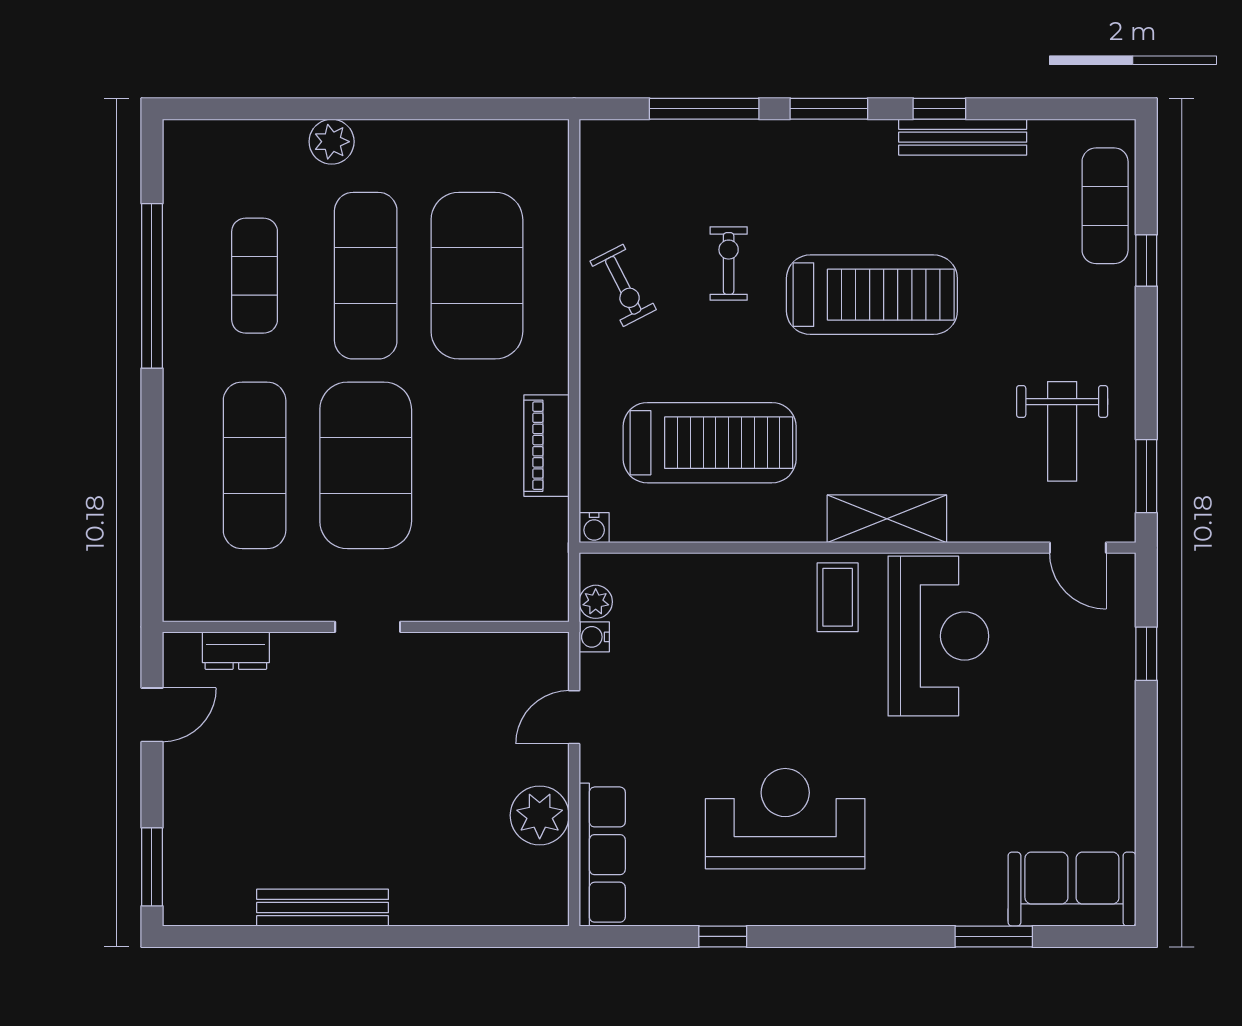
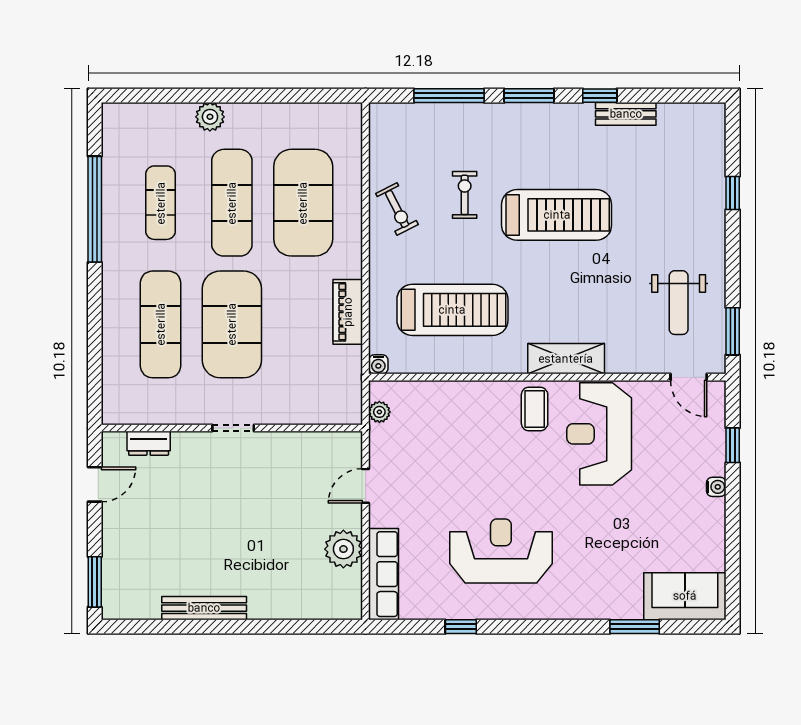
bench: (963, 137) -> (626, 114), width x0.73
exercise mat: (1105, 206) -> (706, 158), removed
reception desk: (938, 636) -> (599, 434), turned 180
water cooler: (594, 637) -> (716, 487), moved, turned 180

